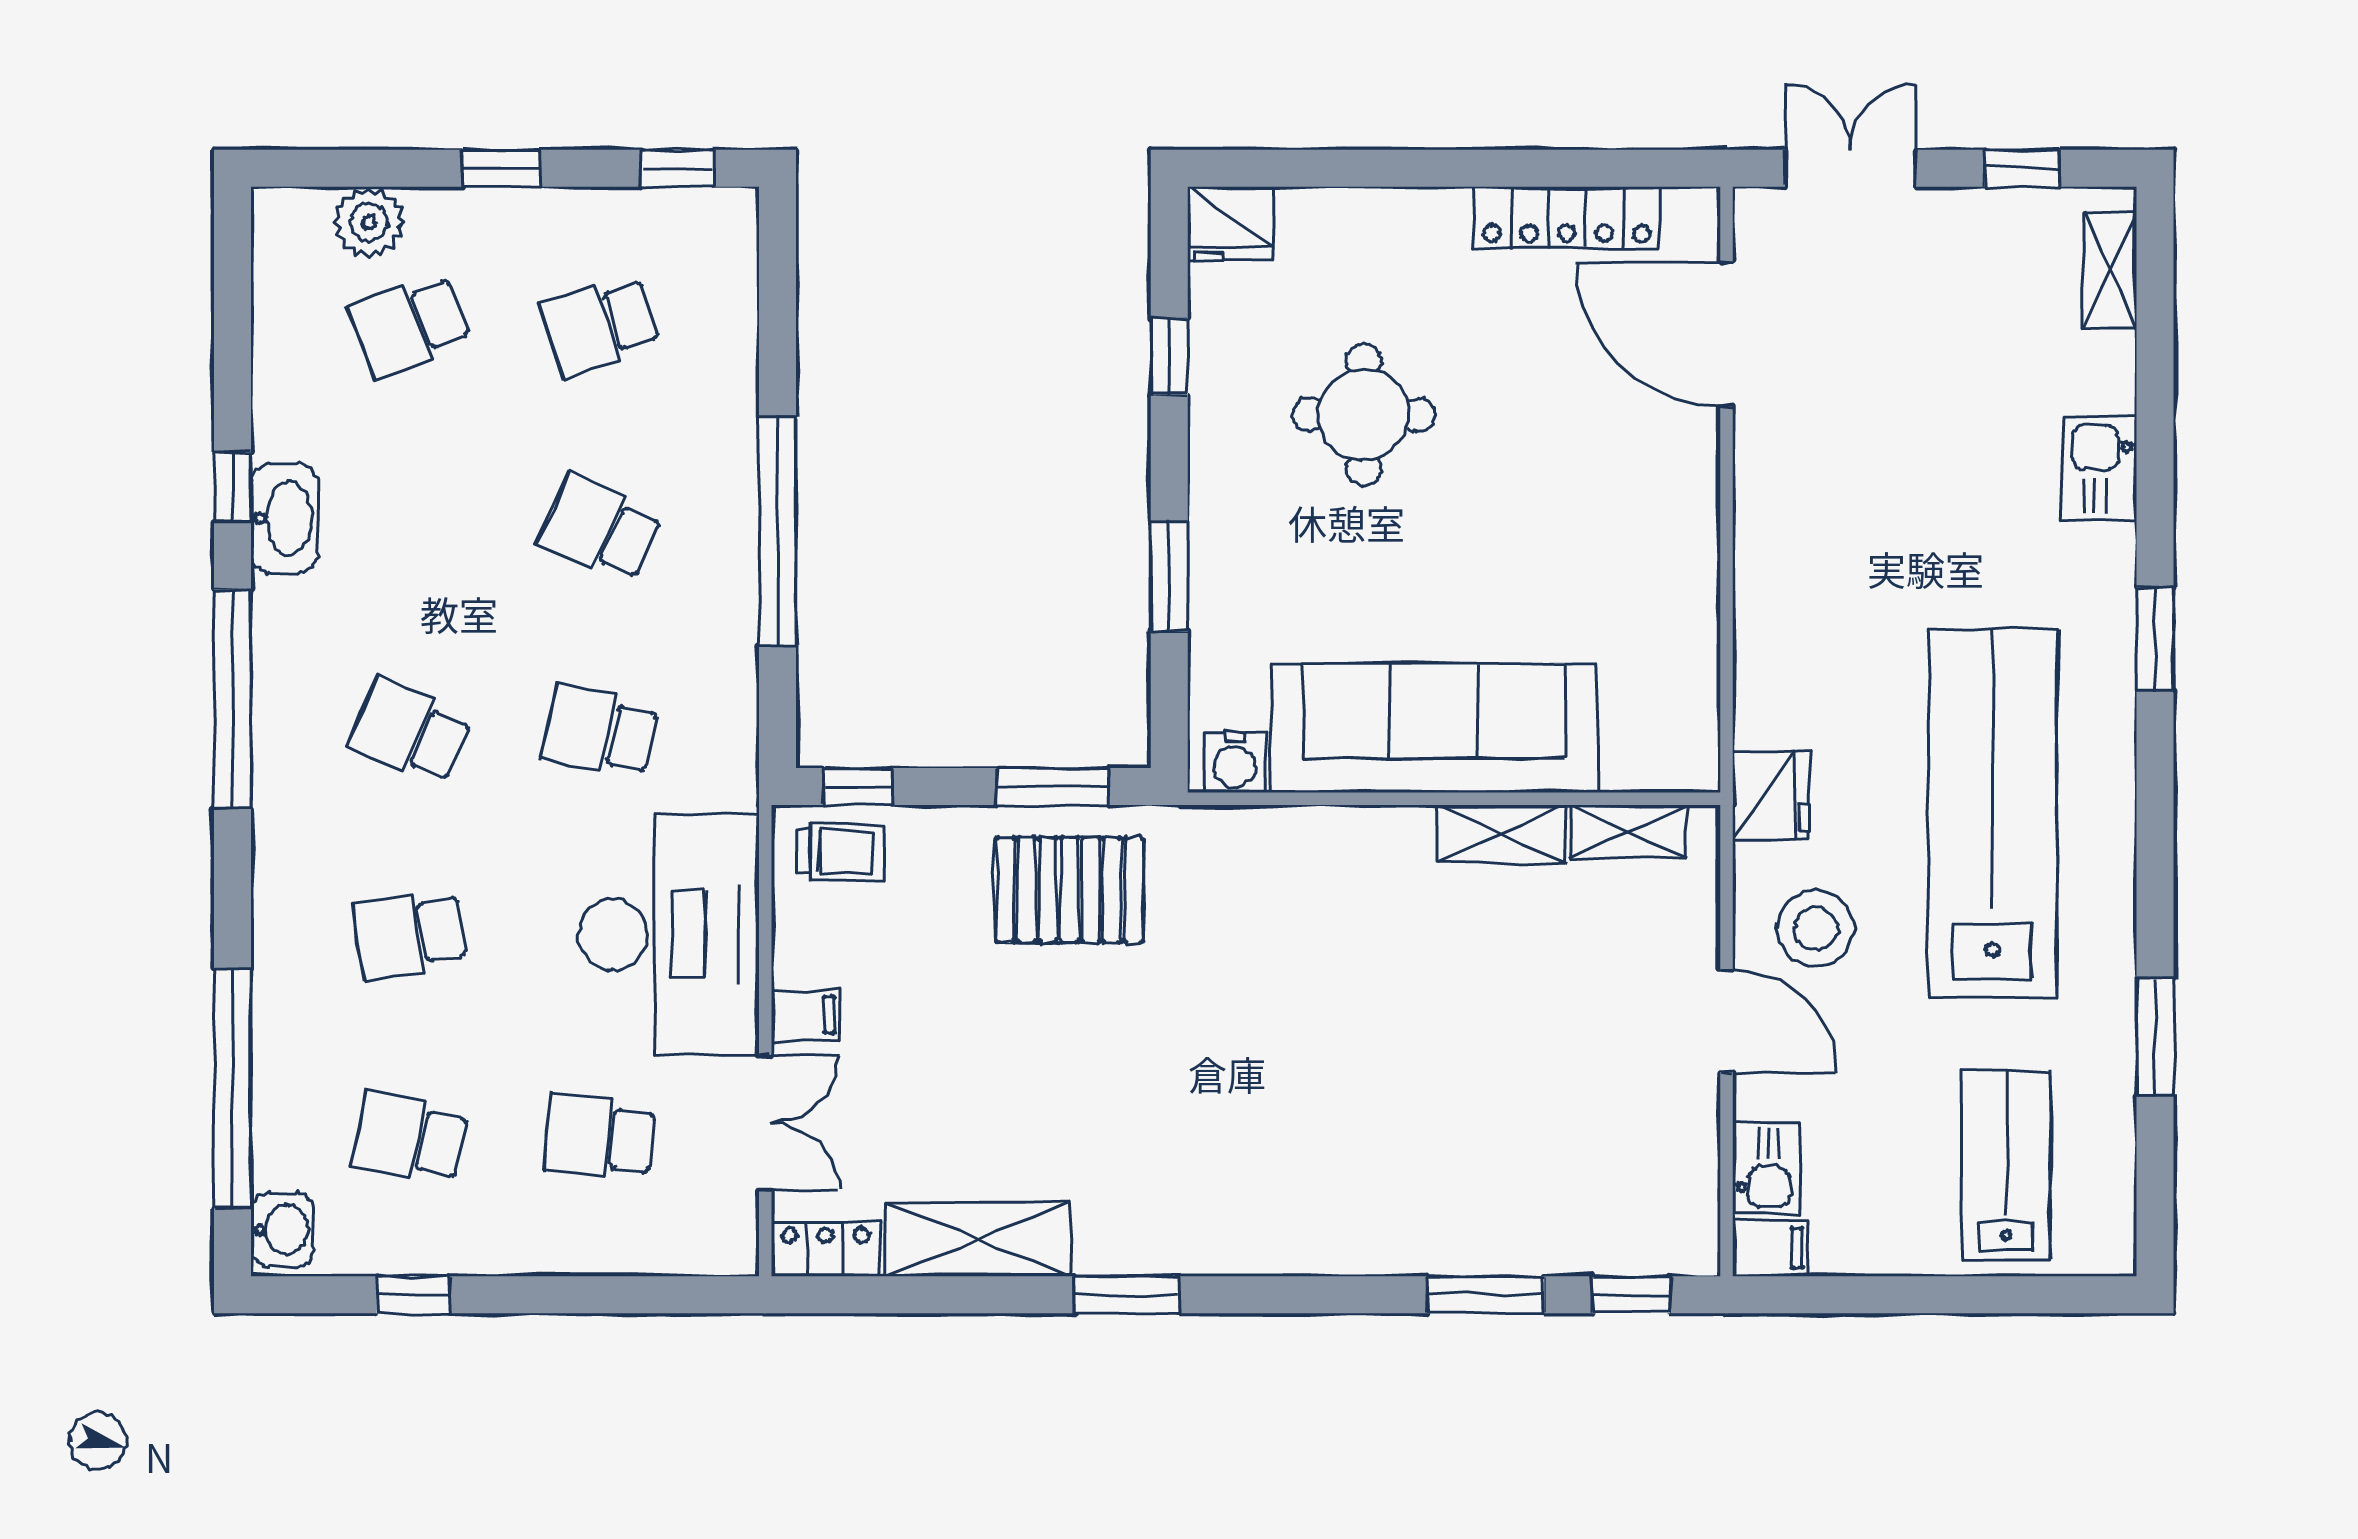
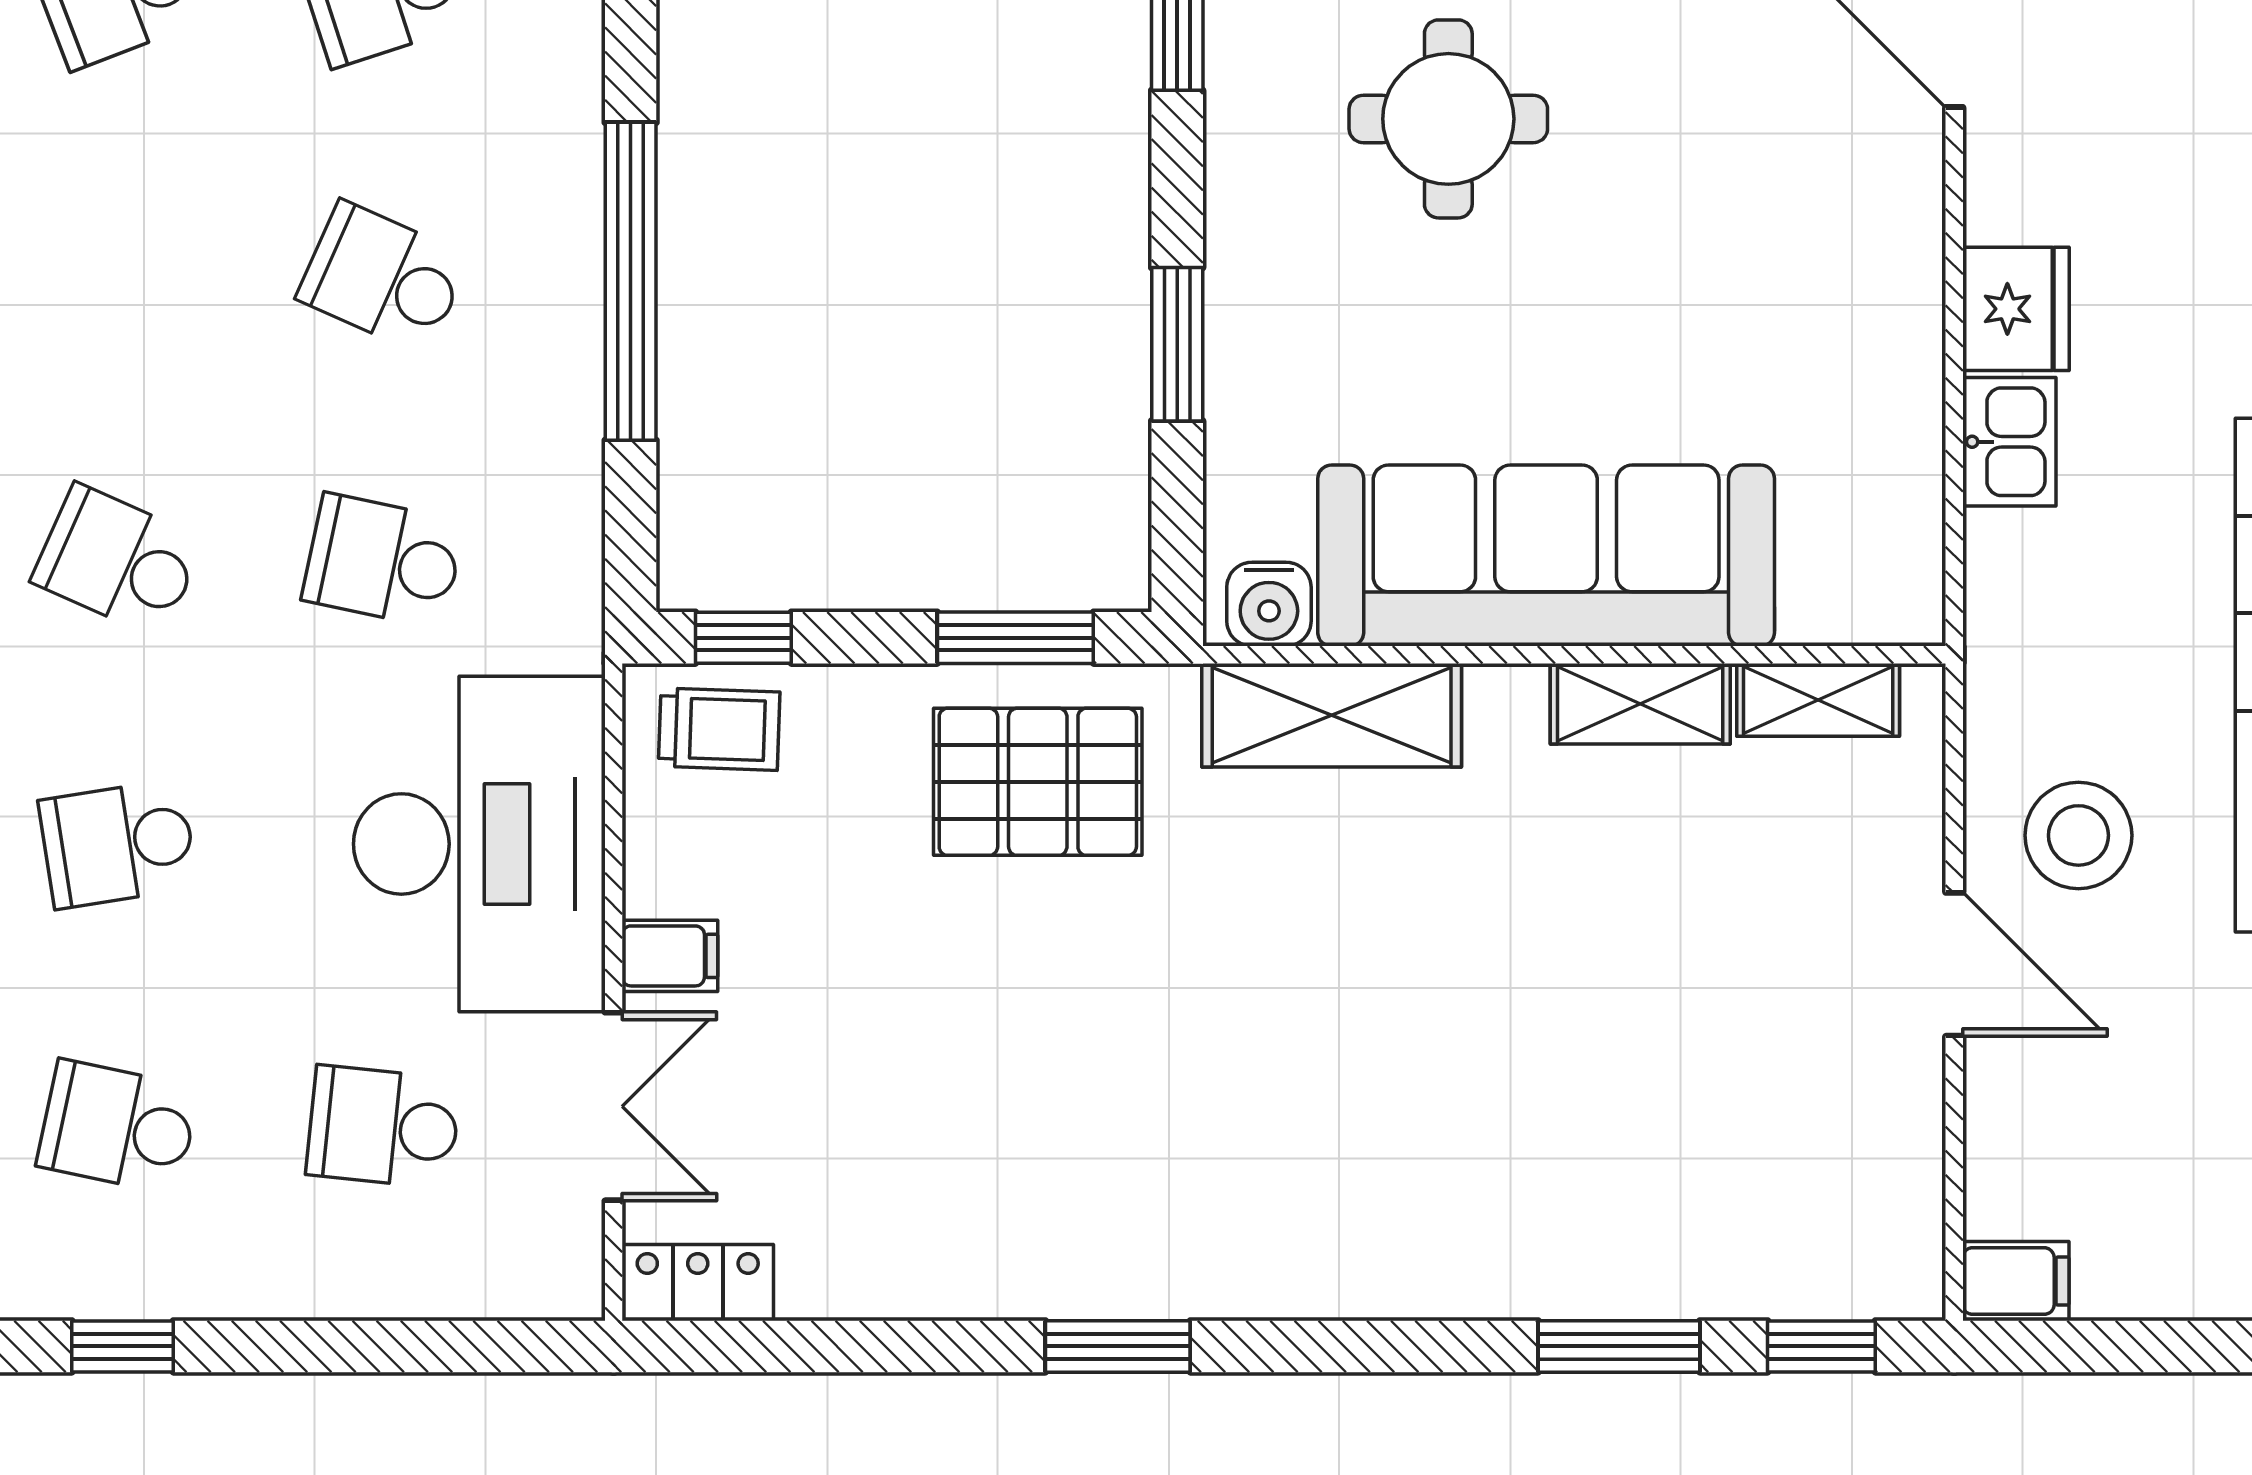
fridge: (1771, 795) -> (2016, 309), moved
kitchen sink: (1766, 1168) -> (2009, 442), moved
shelving: (978, 1239) -> (1332, 715), moved

